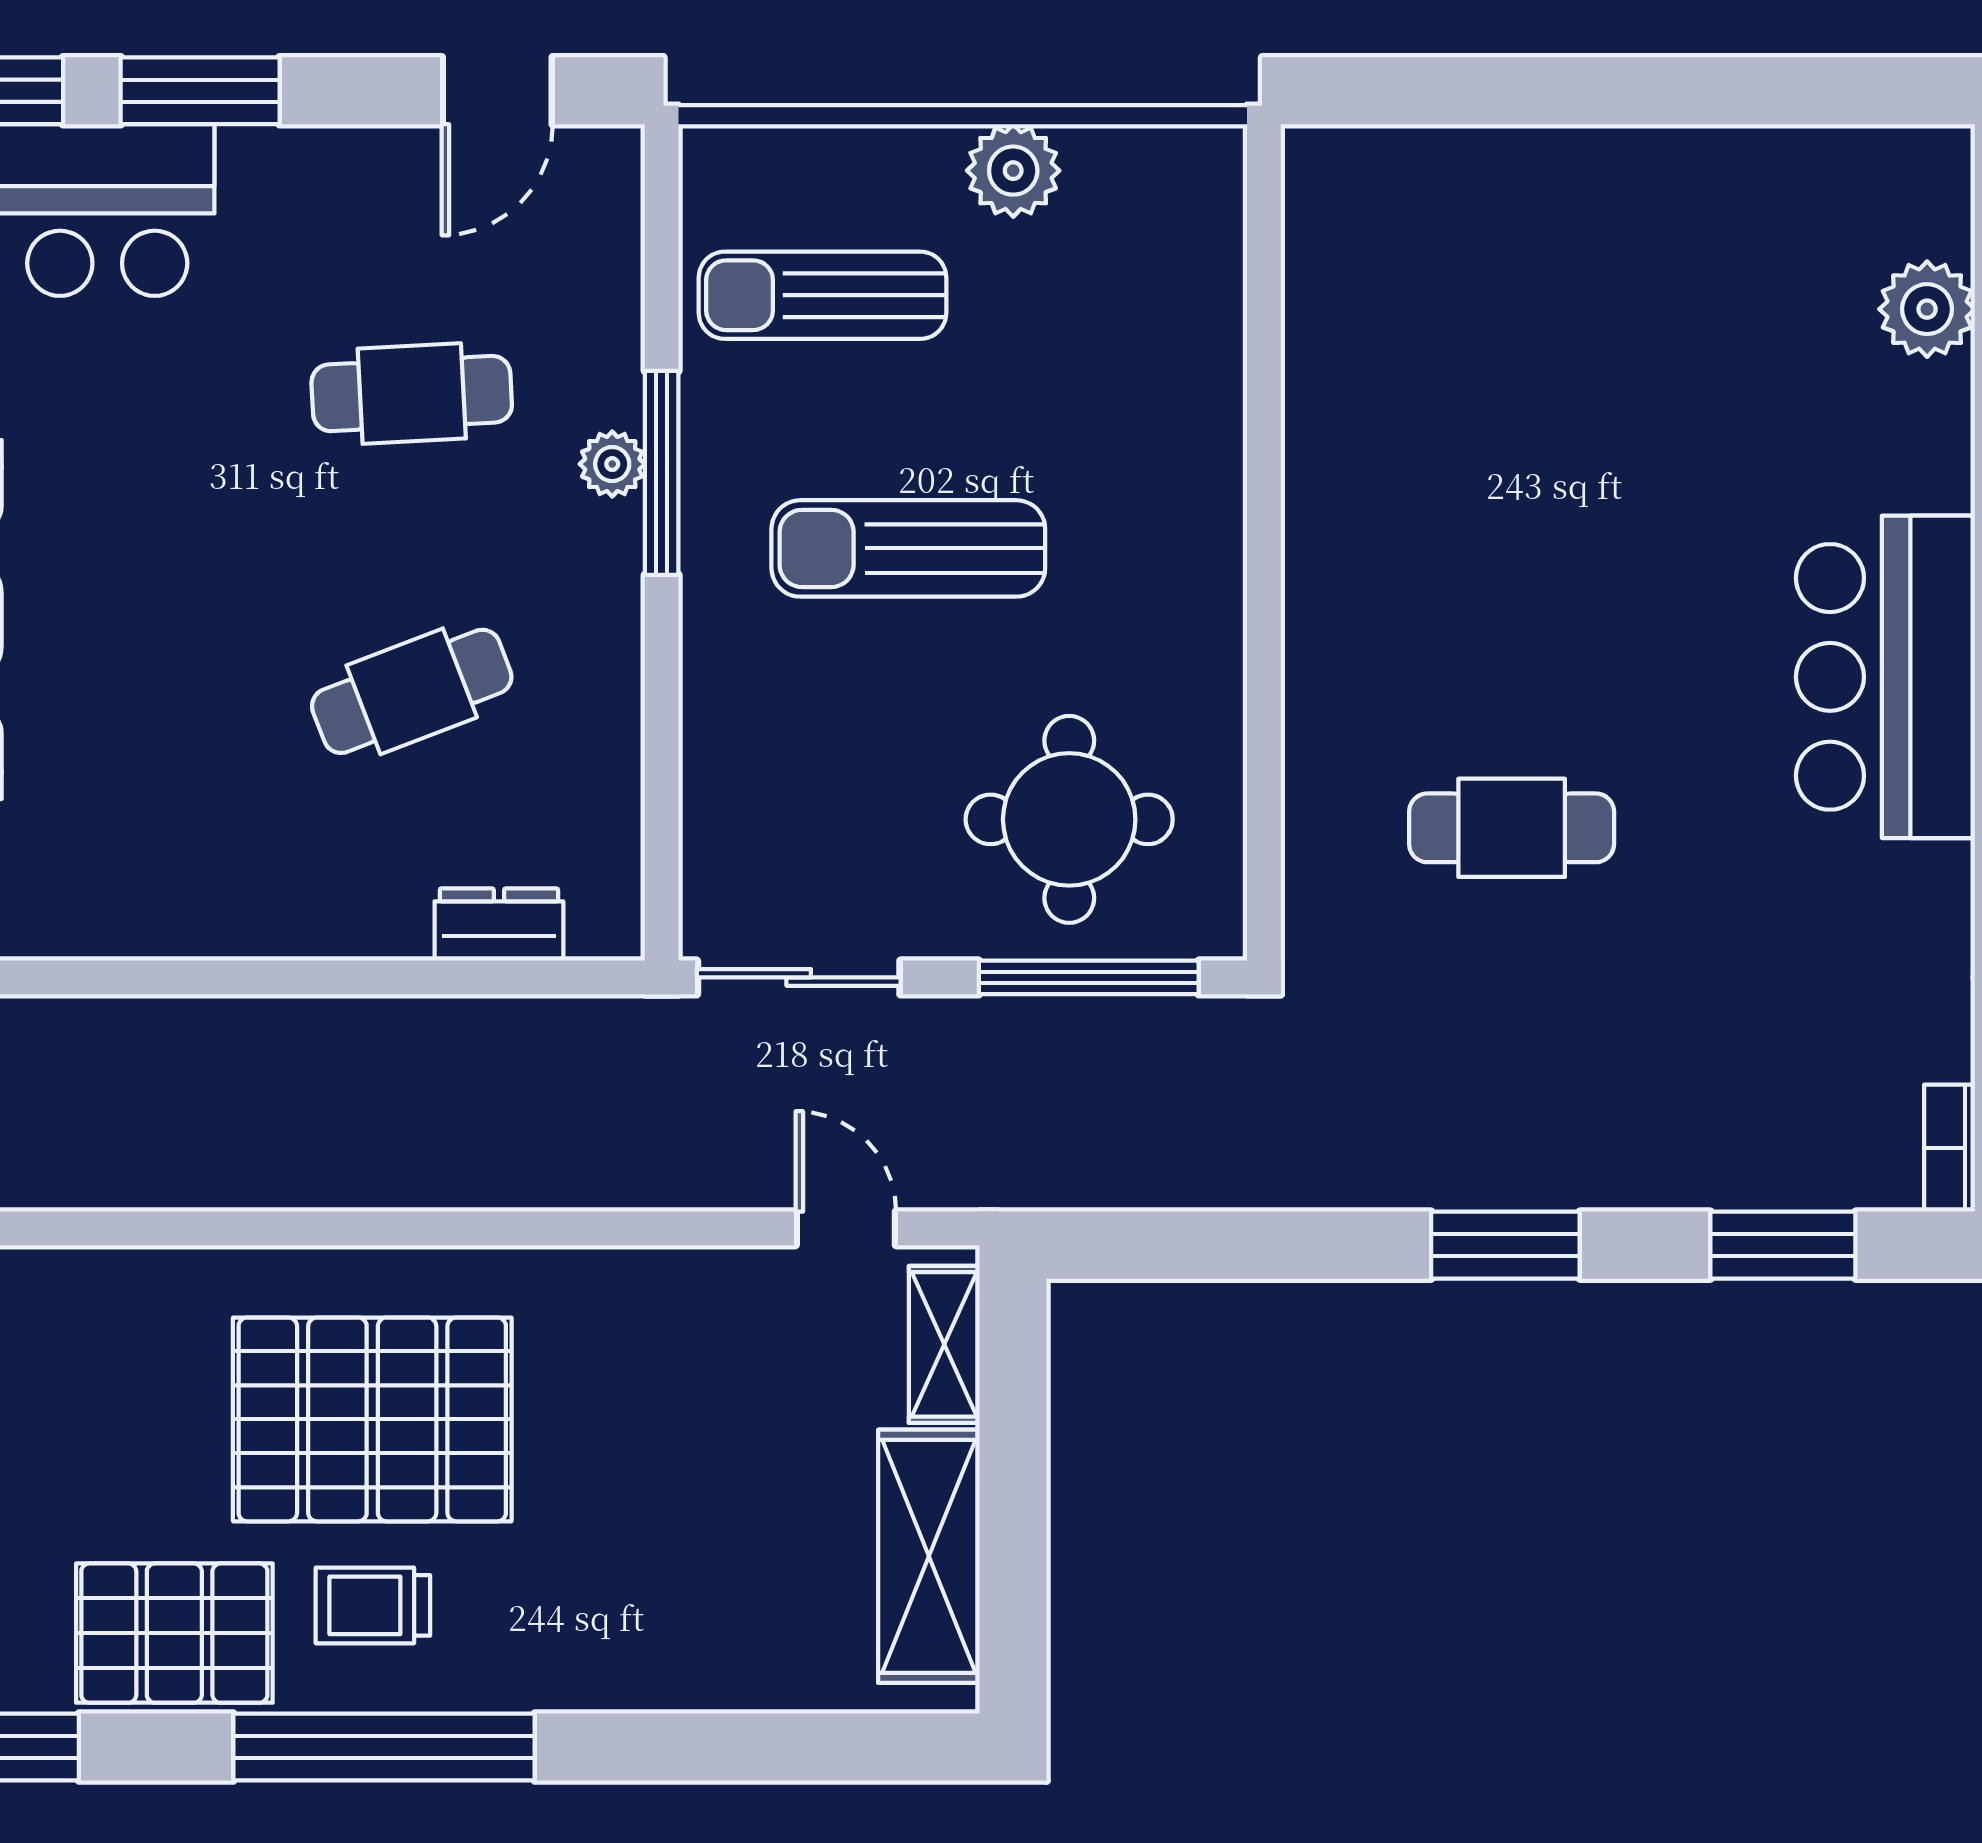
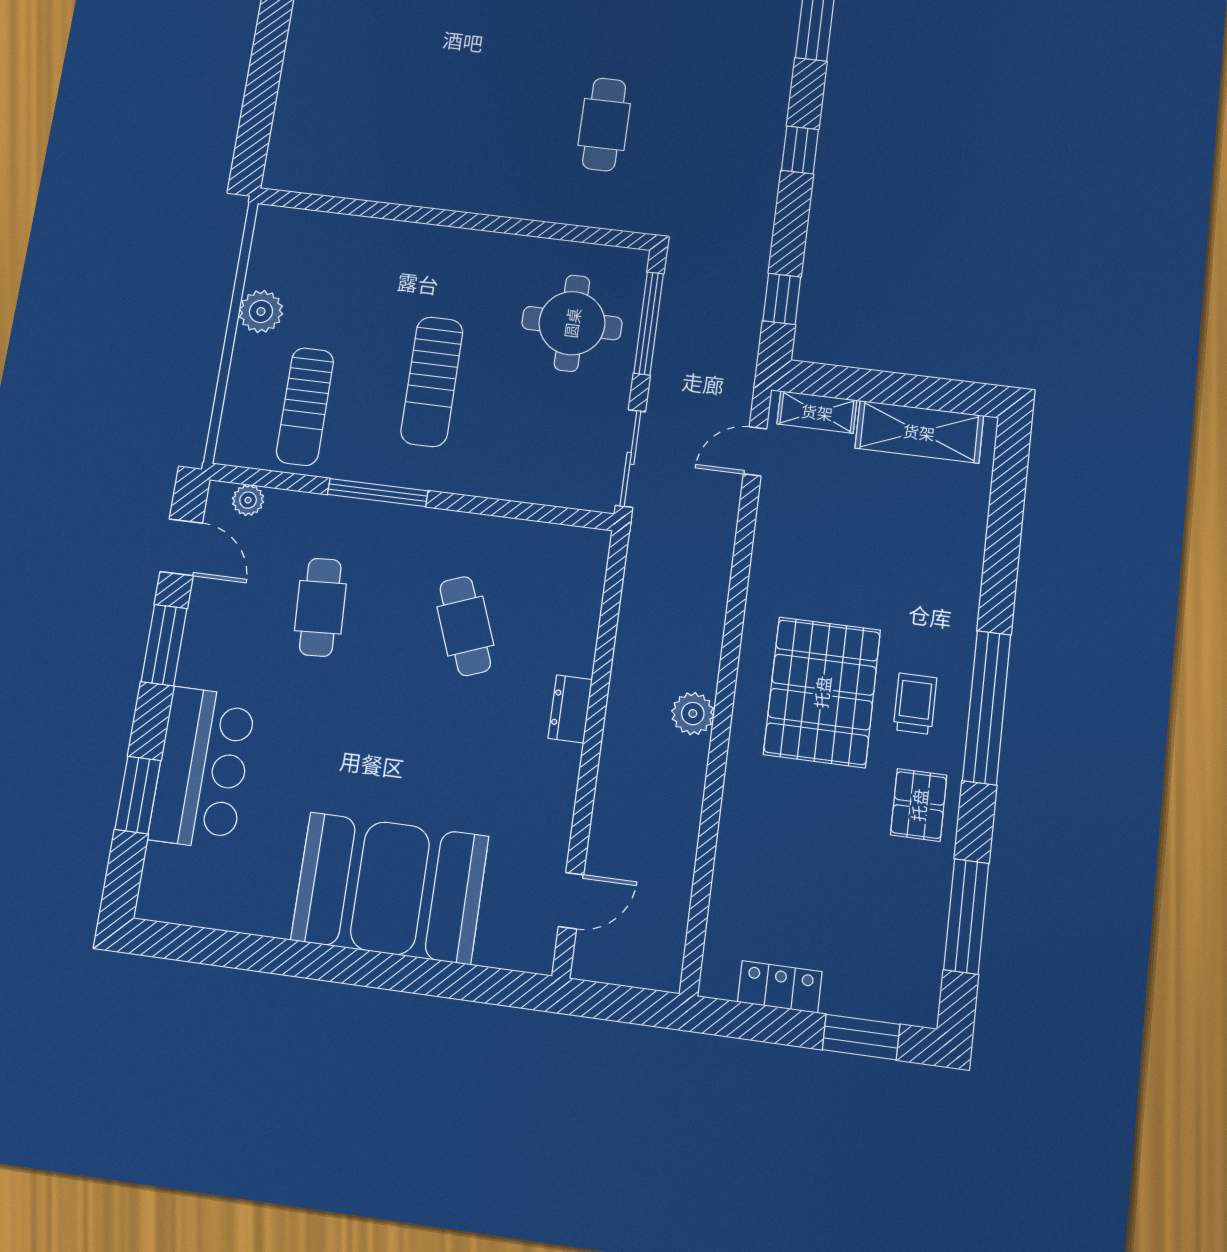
window: (200, 91) -> (164, 645), moved
plant: (612, 464) -> (248, 500), moved
dresser: (499, 925) -> (570, 709), moved
plant: (296, 1169) -> (693, 714), added
window: (1176, 1245) -> (782, 299), added
window: (1505, 1245) -> (800, 150), width x0.67
trolley: (373, 1605) -> (915, 704), turned 180
pallet: (174, 1633) -> (919, 805), width x0.67, depth x0.71

